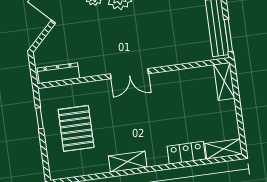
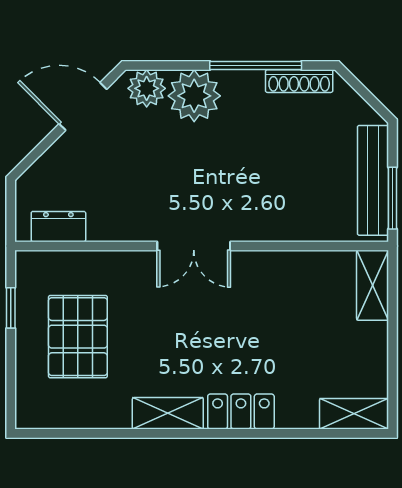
dresser: (58, 73) -> (58, 227), width x0.70
locker: (186, 153) -> (241, 412), moved

